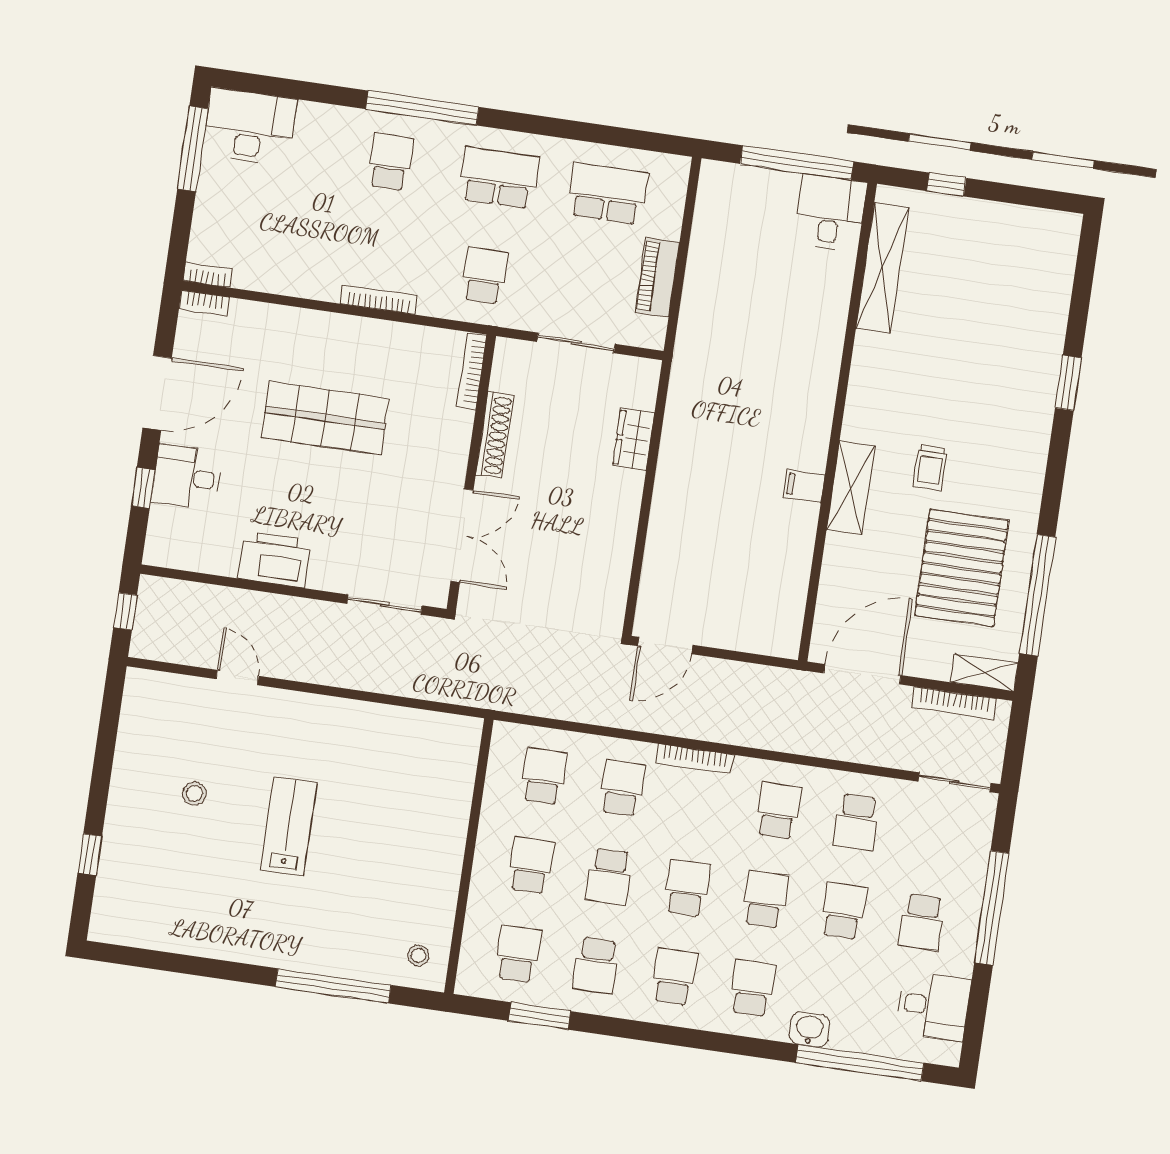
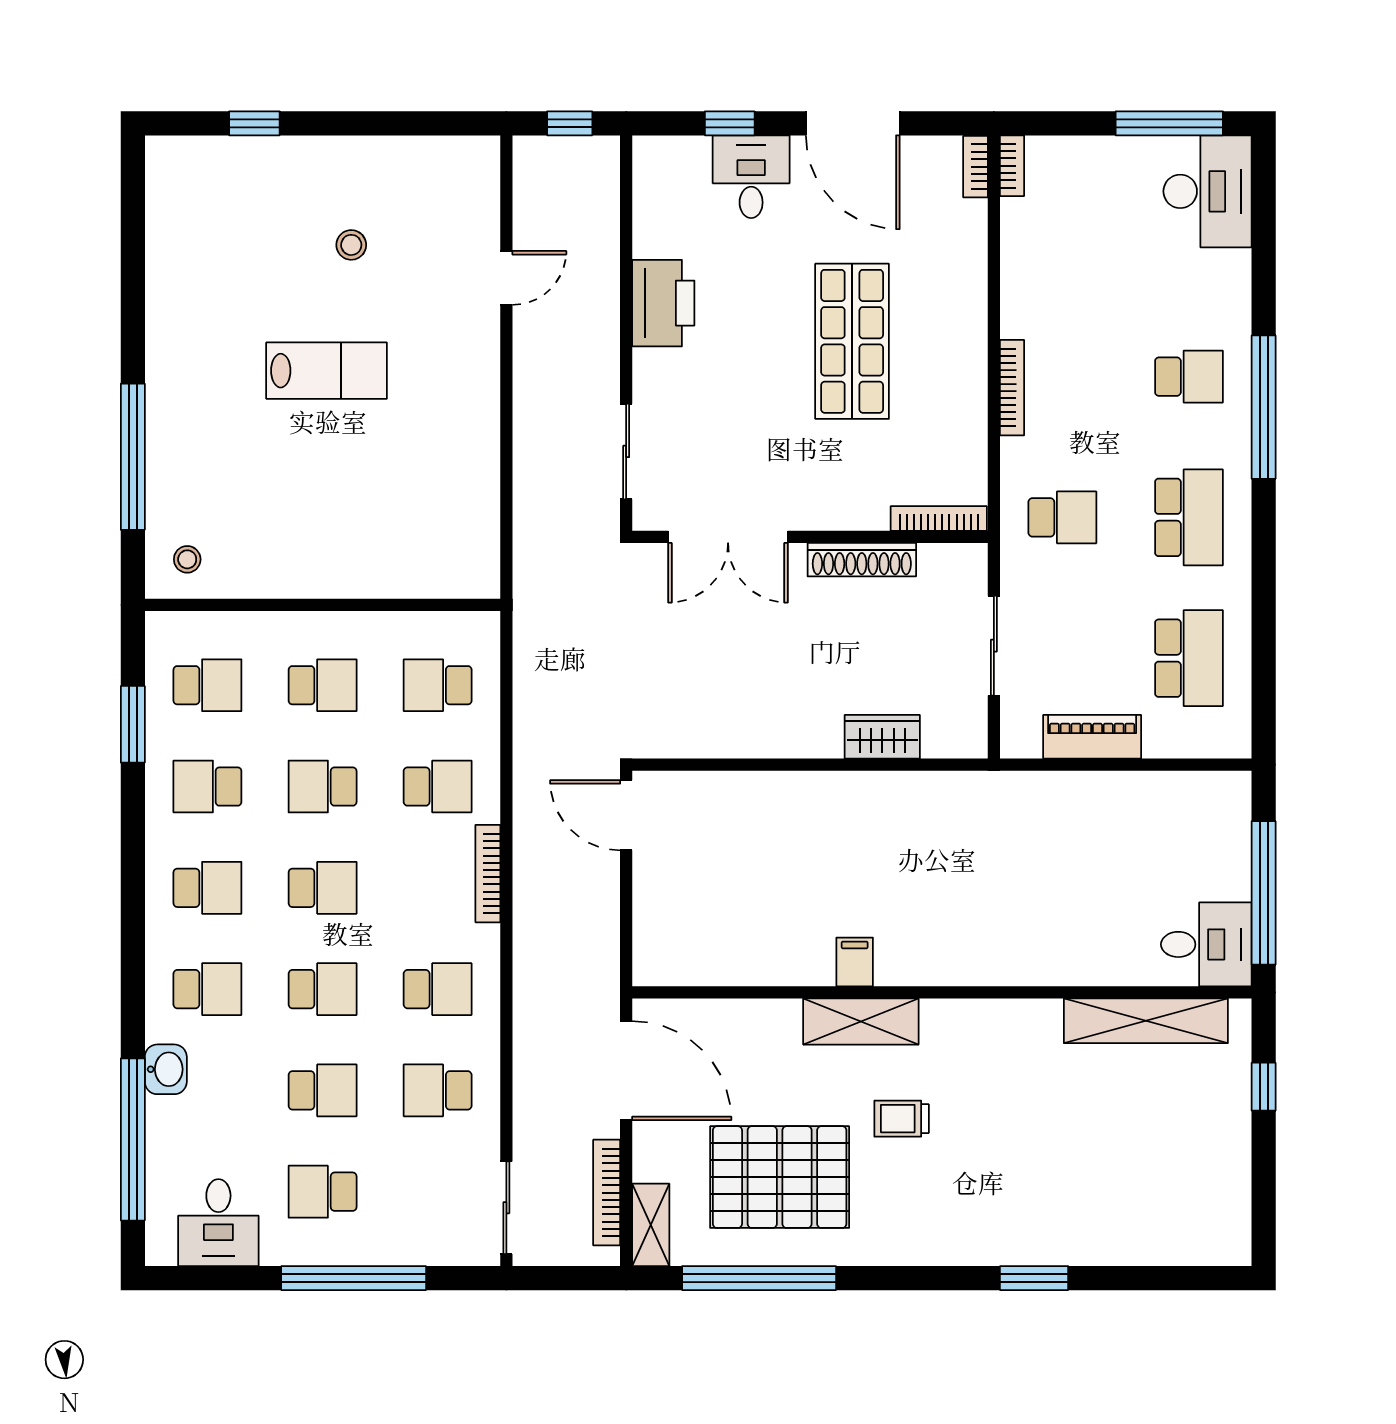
school desk: (544, 776) -> (438, 685), turned 180

